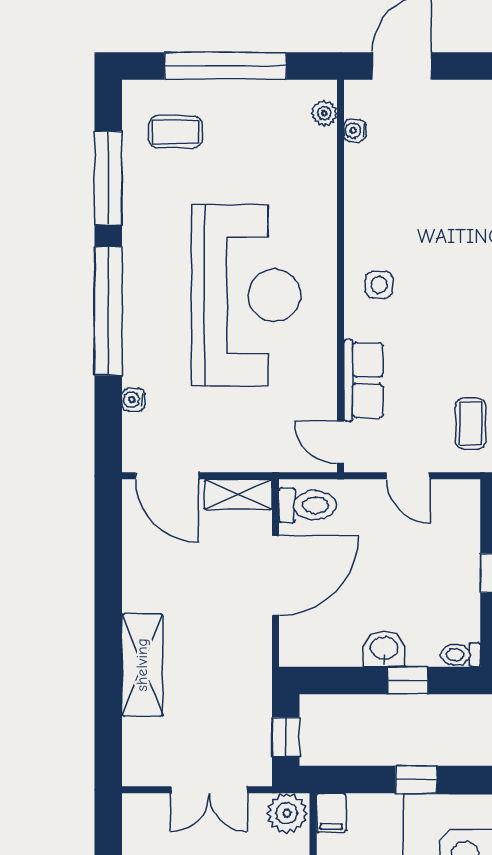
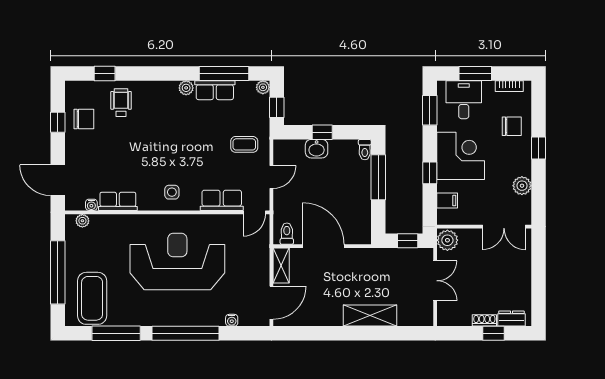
coffee table: (175, 132) -> (92, 298), width x1.86, depth x1.72
row of seats: (362, 181) -> (118, 201), added
toilet: (308, 505) -> (287, 234), width x0.73, depth x0.72
washbasin: (384, 649) -> (317, 149), moved, turned -90
window: (408, 681) -> (378, 177), width x2.17
filing cabinet: (331, 813) -> (447, 201), moved

